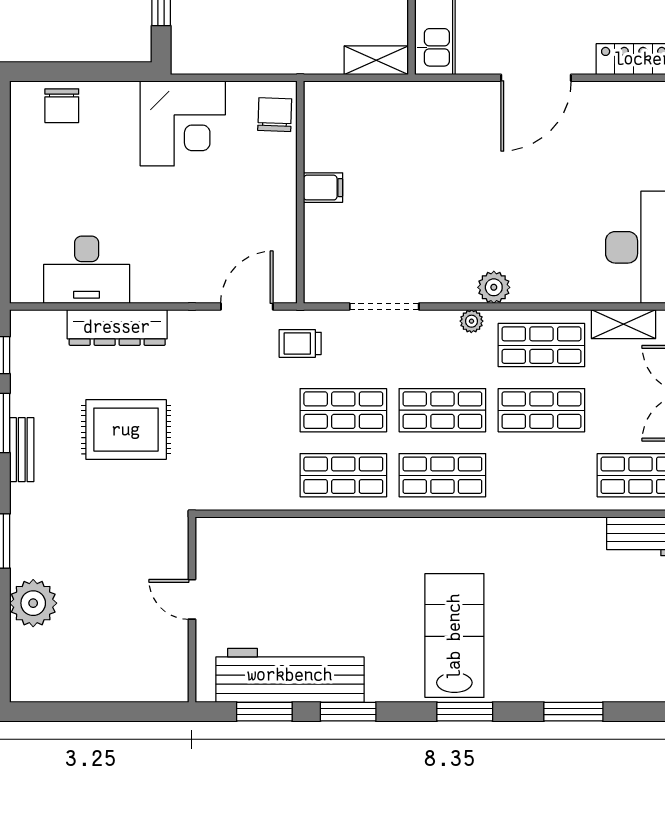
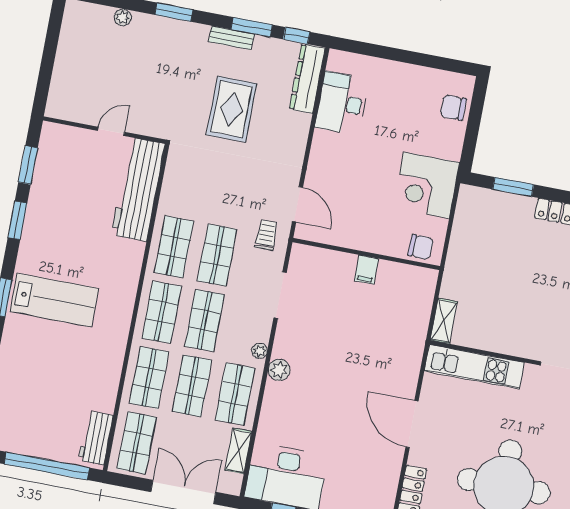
dresser: (117, 327) -> (307, 79), moved
shop shelf: (541, 475) -> (149, 378), added
plant: (33, 603) -> (123, 17), width x0.53, depth x0.53
workbench: (290, 675) -> (138, 189), moved, turned 180

